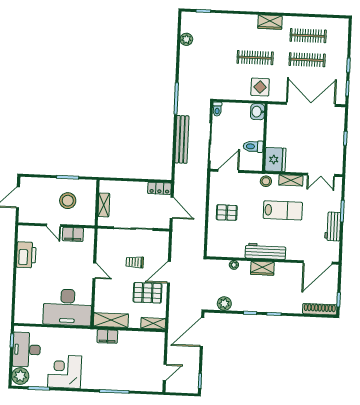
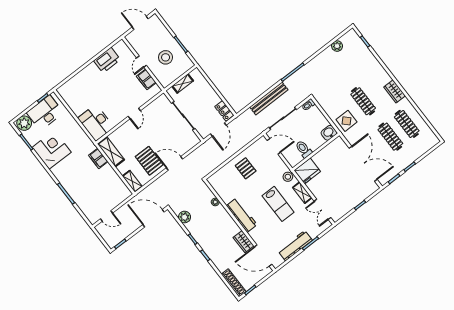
workbench: (333, 226) -> (295, 246), width x1.38
trolley: (135, 262) -> (162, 135), removed
wardrobe: (262, 268) -> (244, 242), moved
desk: (67, 307) -> (96, 123), width x0.73, depth x0.77

